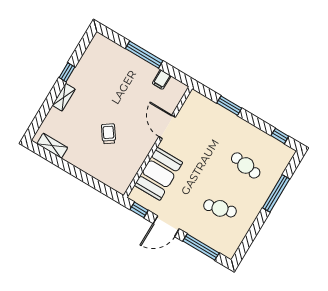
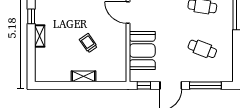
shelving: (52, 146) -> (83, 76), moved
cafe table: (220, 208) -> (202, 49), turned 36

